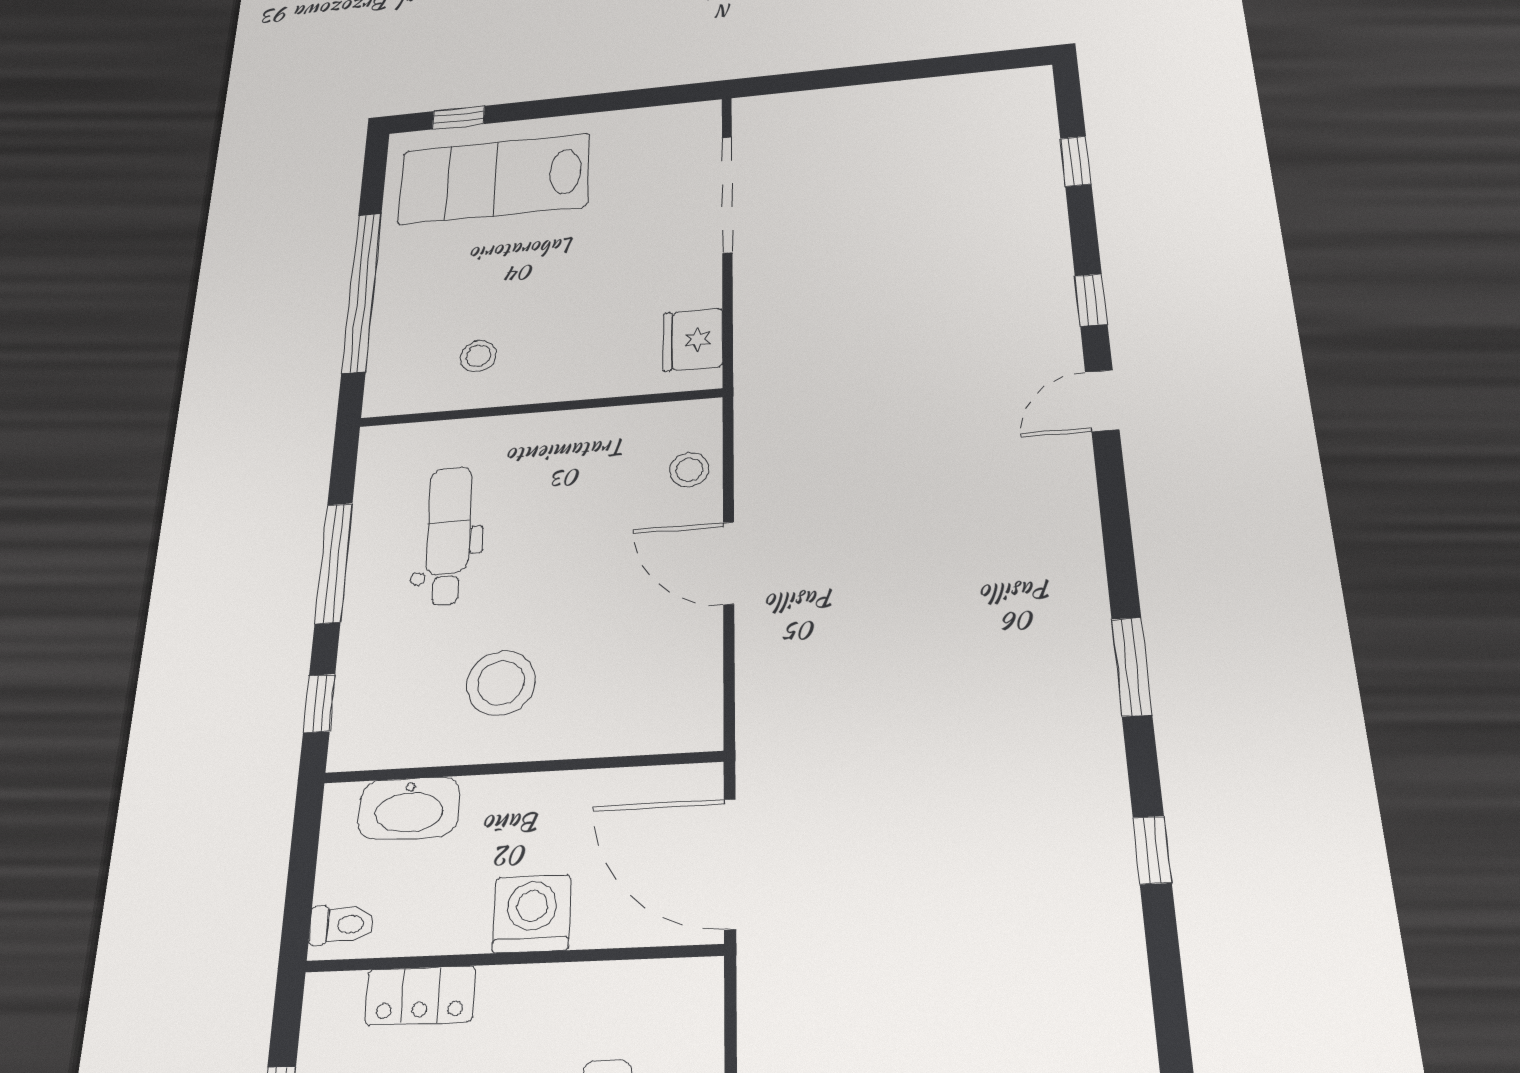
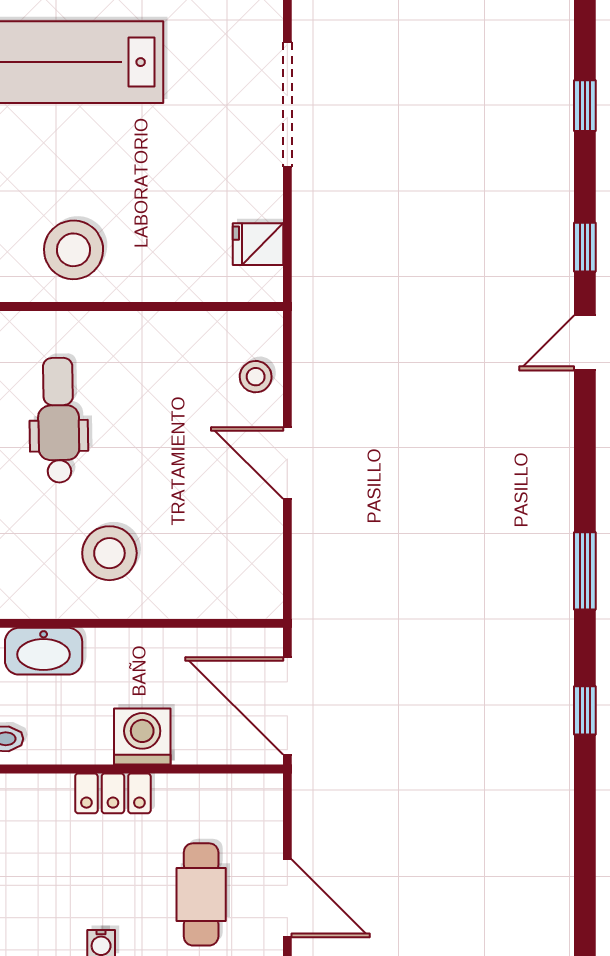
fridge: (693, 340) -> (258, 244), width x0.72
stool: (478, 356) -> (74, 250), width x1.89, depth x1.89
locker: (420, 996) -> (113, 793), moved

